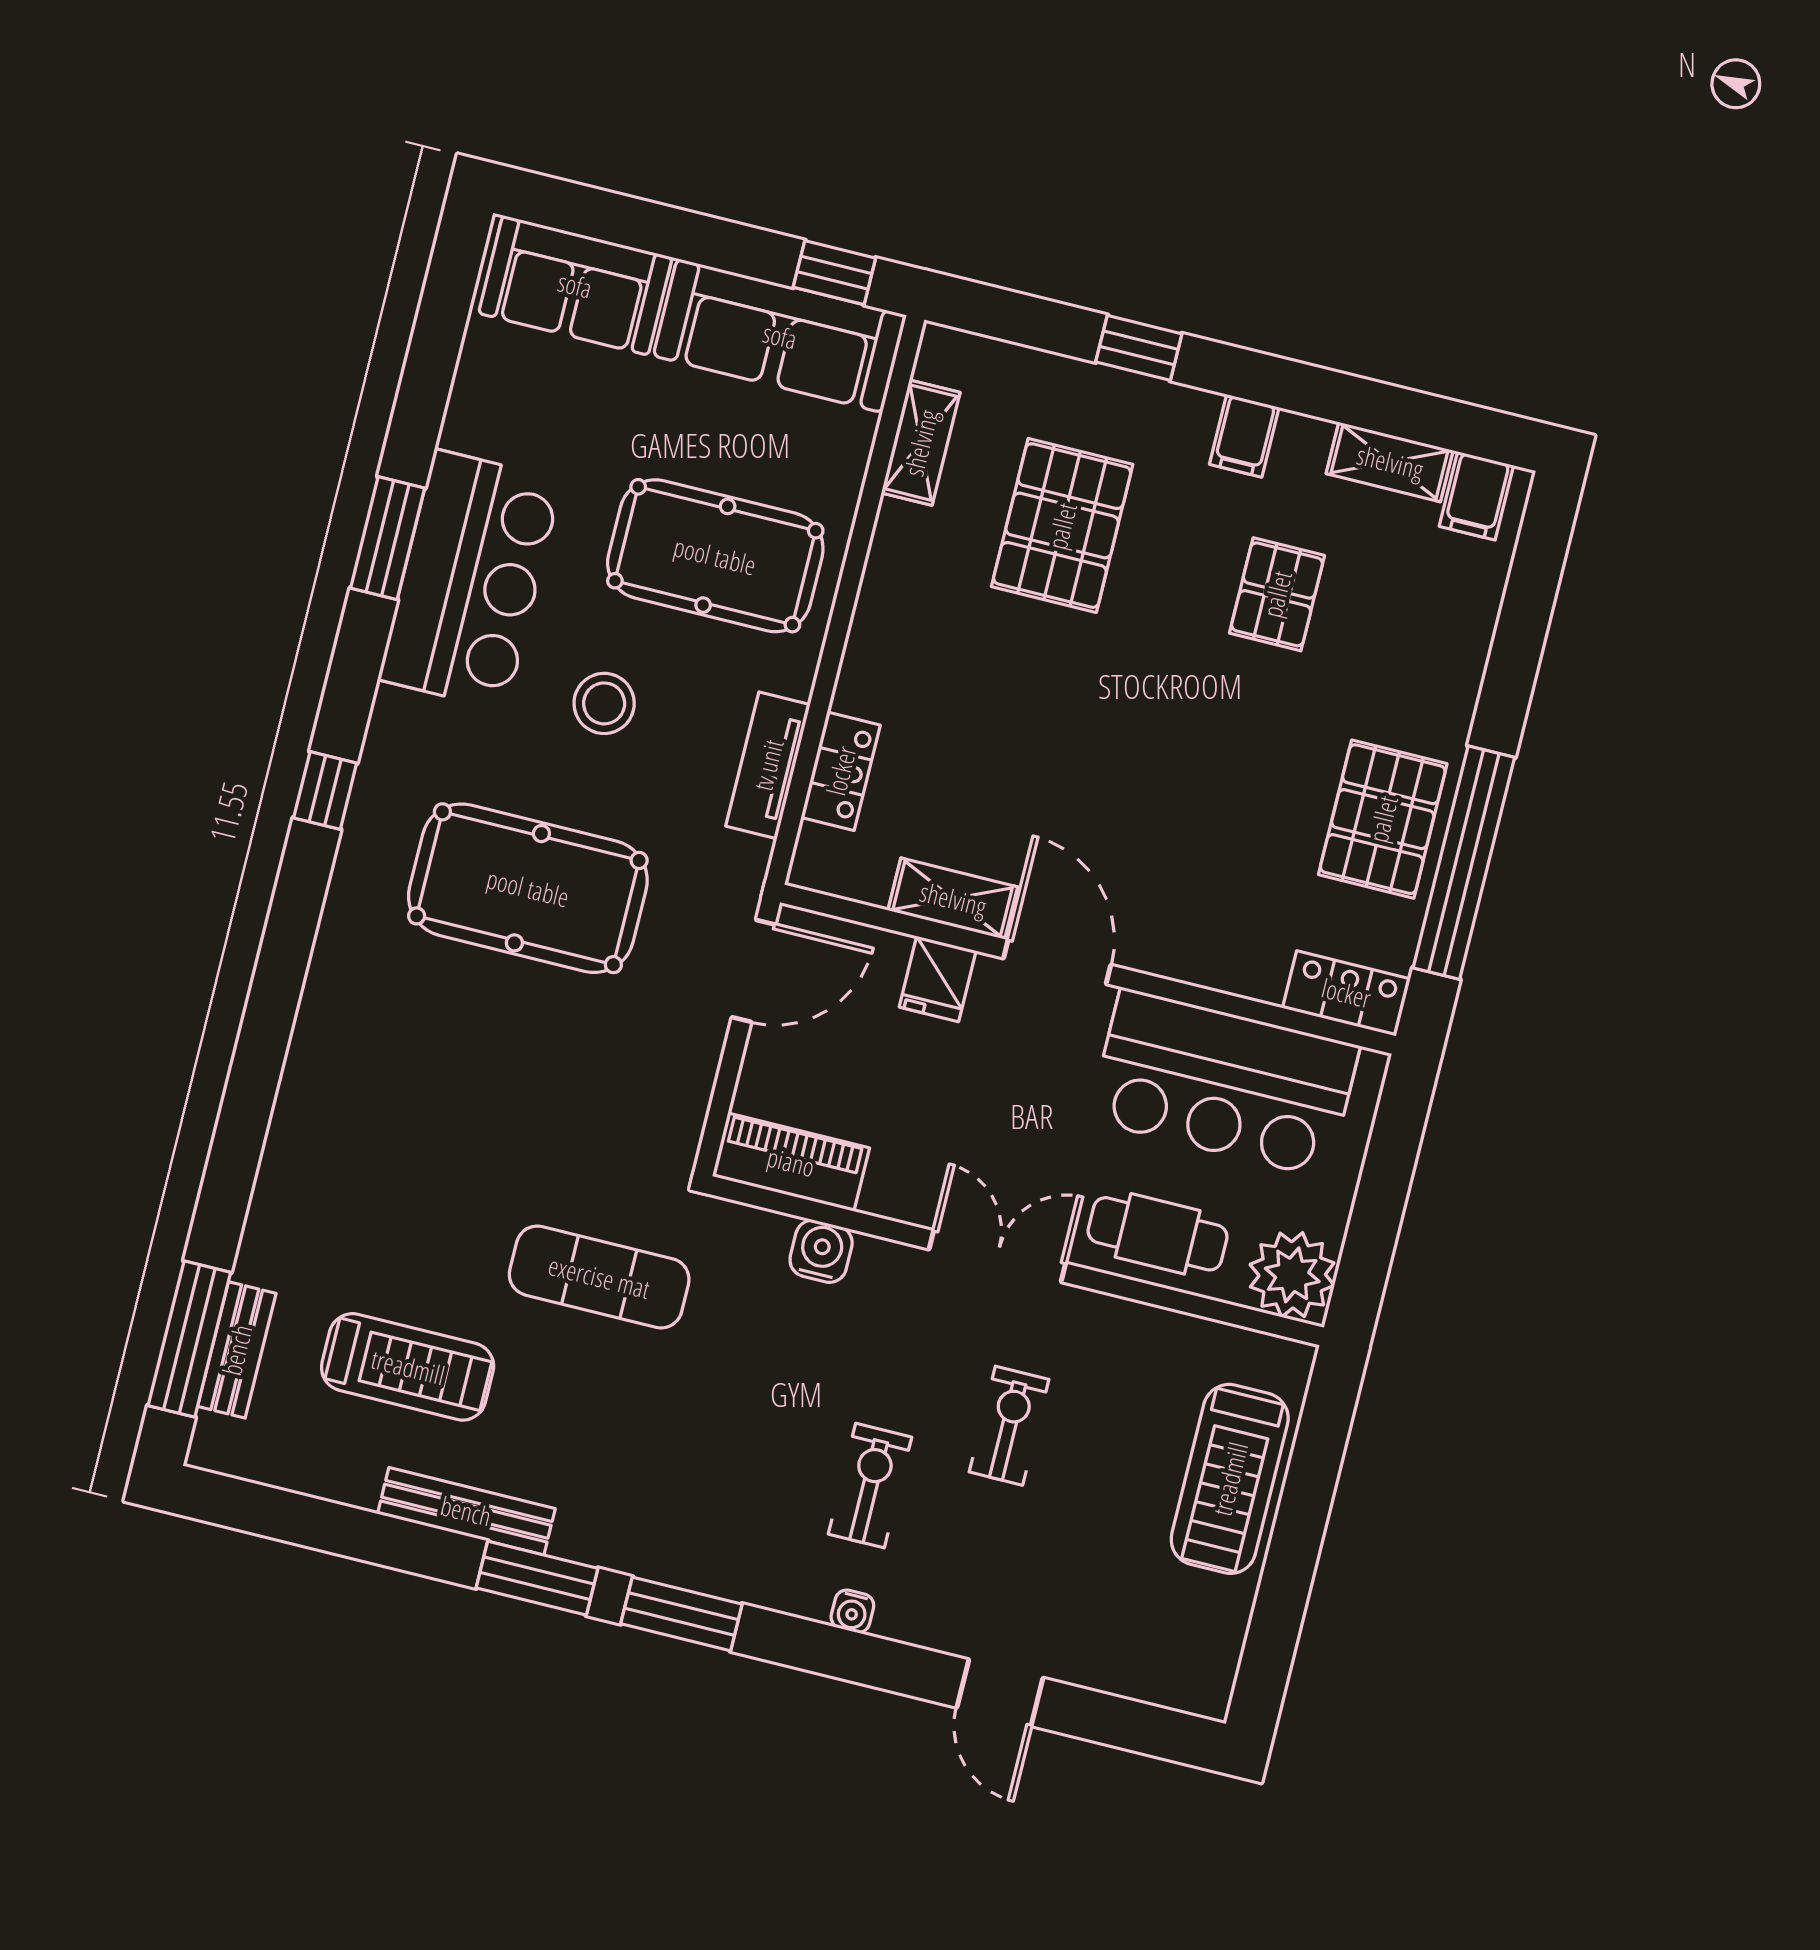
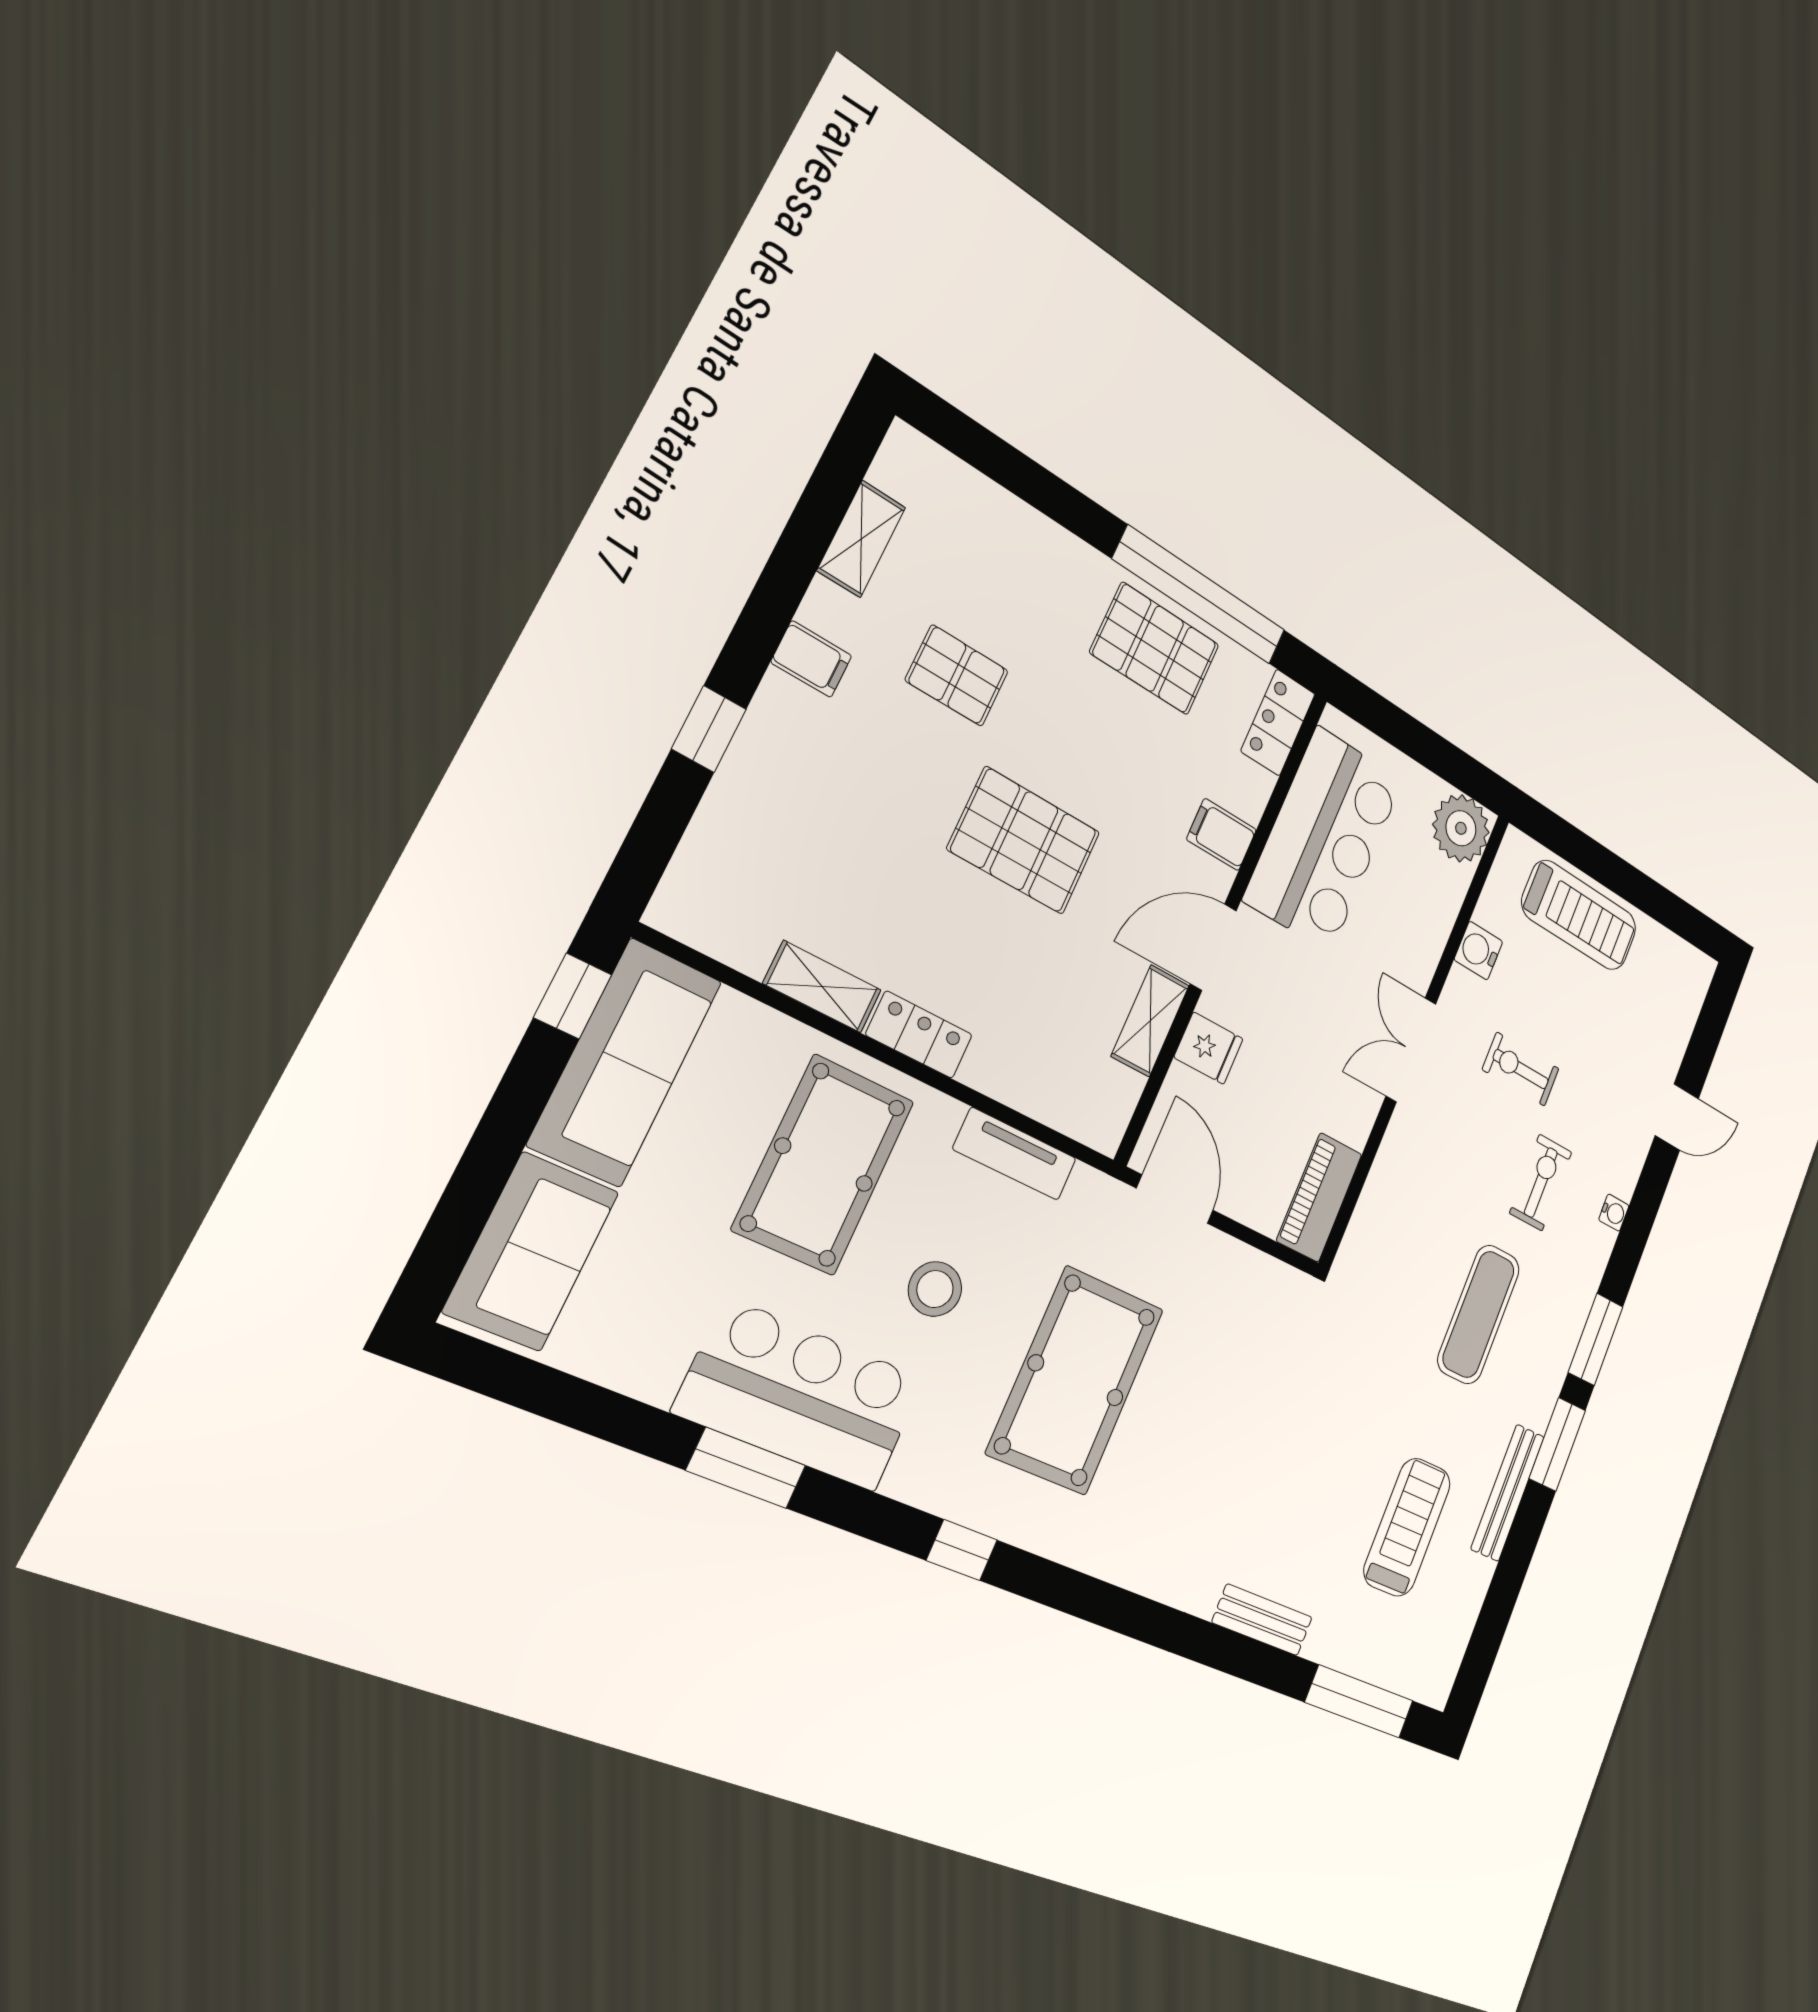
shelving: (921, 443) -> (822, 987), moved
filing cabinet: (1476, 496) -> (1222, 835), moved, turned 180
pallet: (1062, 526) -> (1024, 841), moved
locker: (841, 771) -> (919, 1035), moved
cafe table: (1158, 1234) -> (1417, 922), removed
water cooler: (821, 1251) -> (1478, 951), moved
exercise mat: (599, 1277) -> (1479, 1314), moved
bench: (237, 1350) -> (1262, 1620), moved
exercise bike: (870, 1486) -> (1541, 1182), turned 90

